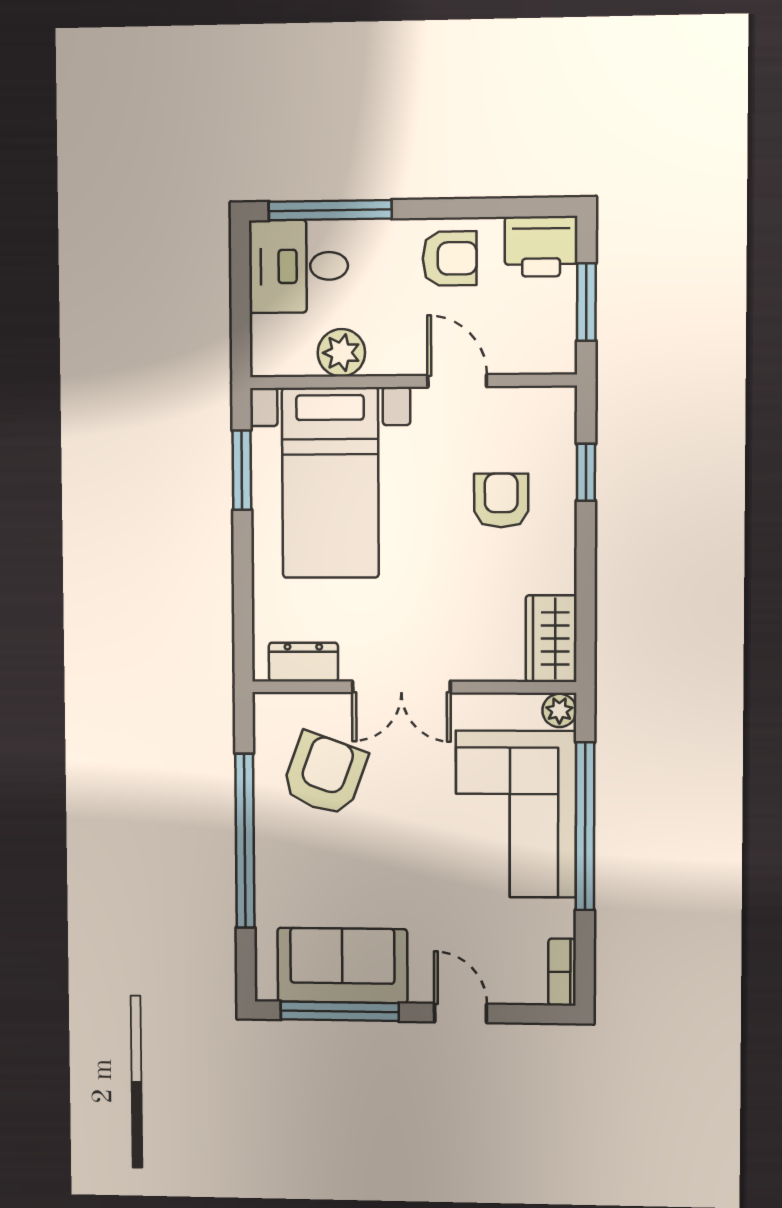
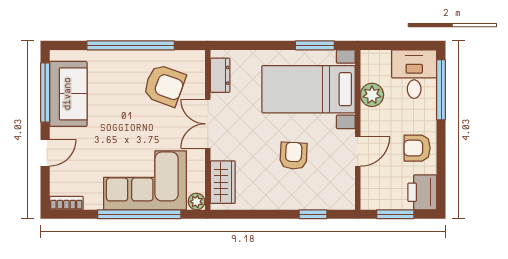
armchair: (450, 258) -> (417, 148), turned 90
armchair: (501, 500) -> (293, 156), moved, turned -87
wardrobe: (551, 639) -> (223, 182), moved, turned 90

